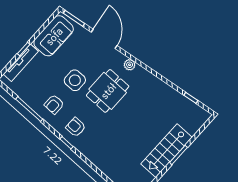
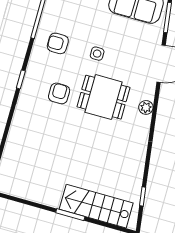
side table: (75, 80) -> (97, 54), width x0.54, depth x0.54
armchair: (76, 127) -> (59, 93), moved
stairs: (166, 151) -> (96, 206), moved

